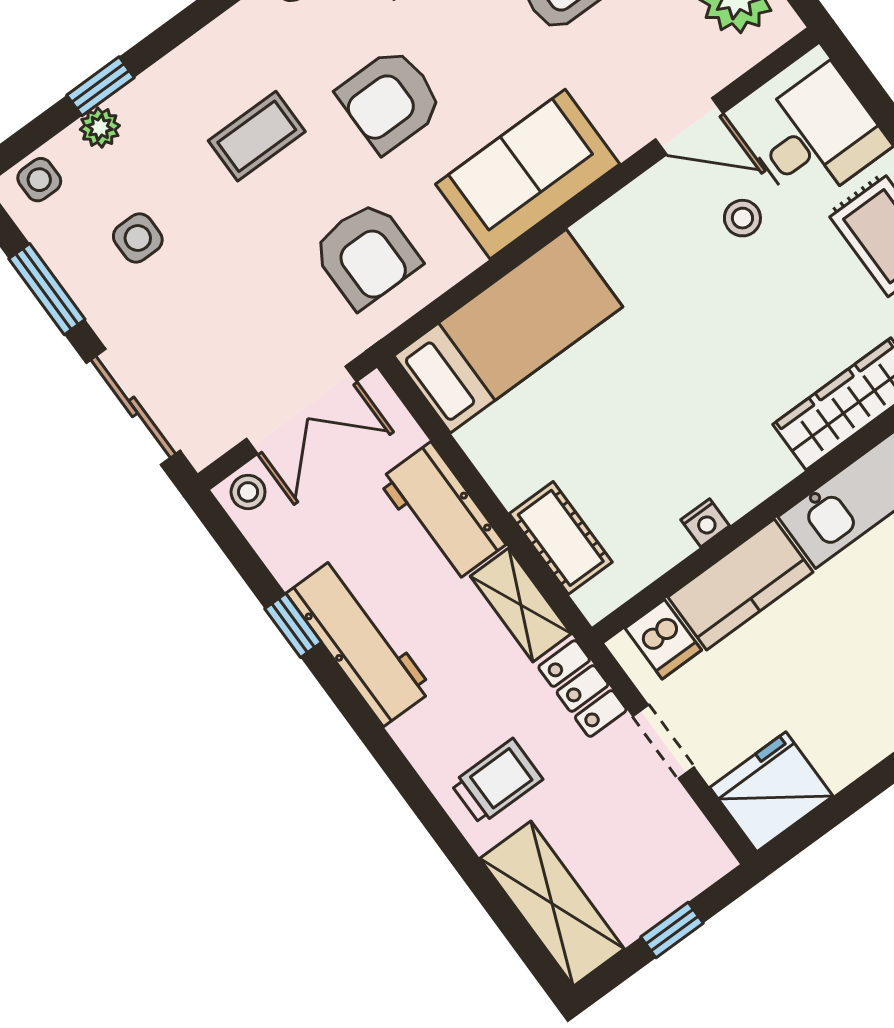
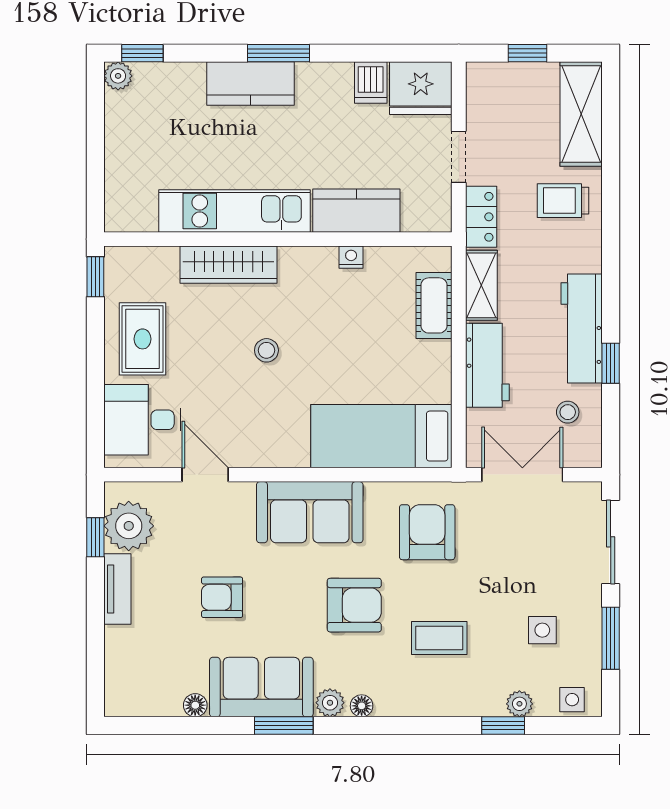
stool: (742, 218) -> (266, 350), moved
stool: (248, 492) -> (568, 412), moved
dishwasher: (663, 639) -> (371, 82), moved, turned 180

